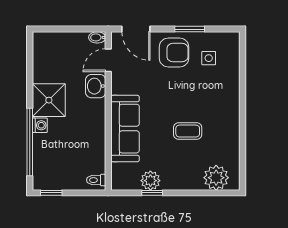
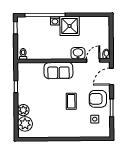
armchair: (174, 53) -> (98, 99), turned 90
door: (108, 60) -> (93, 61), hinge flipped
sofa: (125, 129) -> (58, 71), width x0.73
coffee table: (188, 131) -> (71, 101), moved
plant: (150, 181) -> (23, 110), moved

